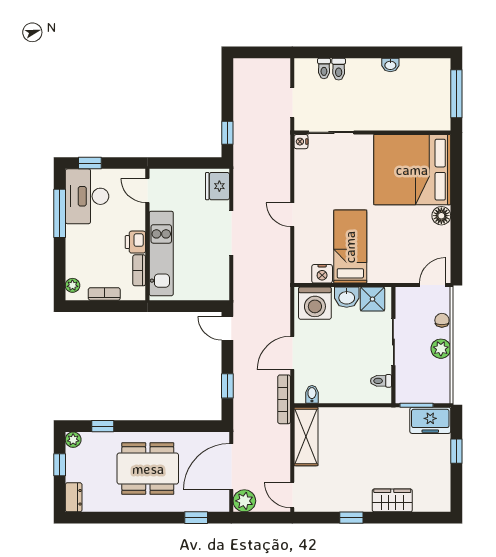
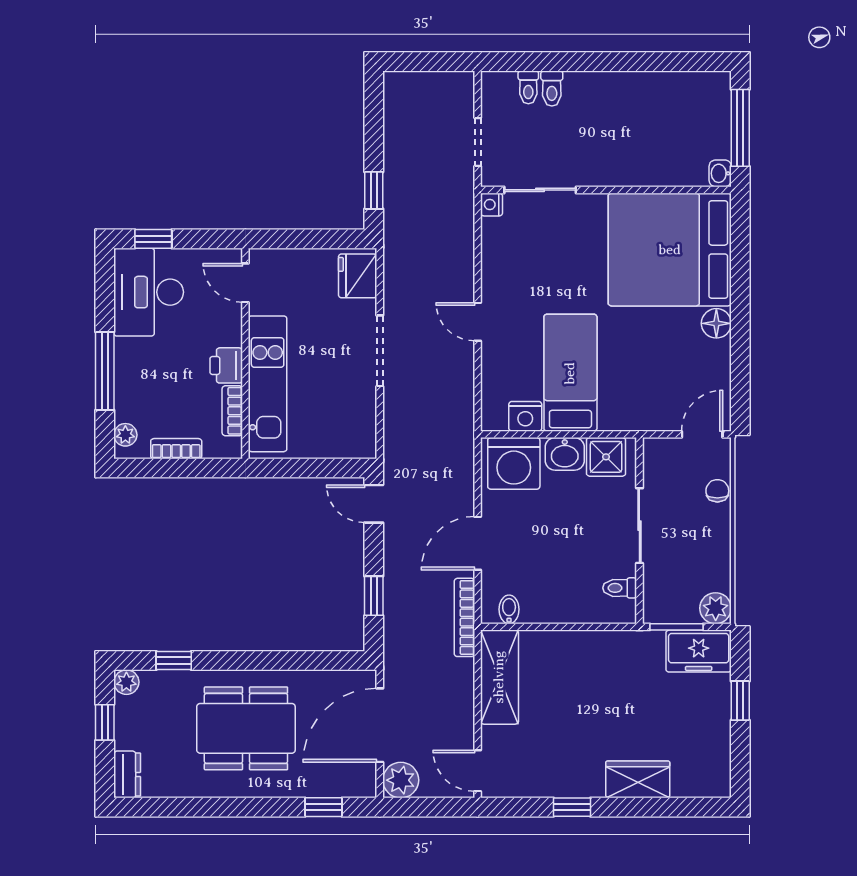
washbasin: (390, 65) -> (720, 173), moved, turned 90
window: (60, 213) -> (105, 371), moved
plant: (441, 349) -> (716, 608), moved

